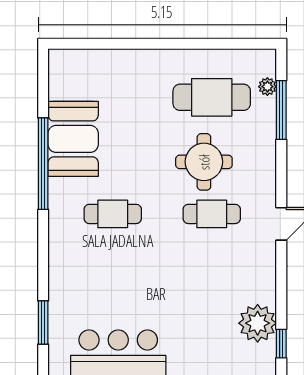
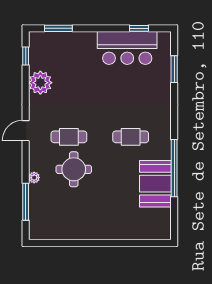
plant: (267, 87) -> (34, 178), moved
cafe table: (212, 97) -> (69, 210), removed
plant: (258, 323) -> (40, 83), moved

